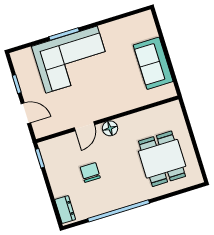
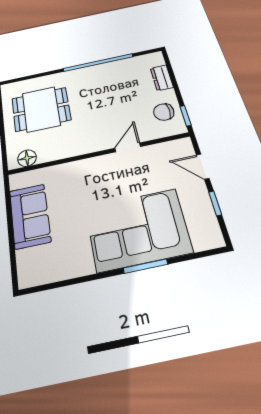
floor lamp: (110, 128) -> (27, 158), moved
dining table: (162, 159) -> (41, 109), turned 90
chair: (90, 172) -> (164, 112), moved, turned 90
dresser: (65, 209) -> (162, 78), moved

